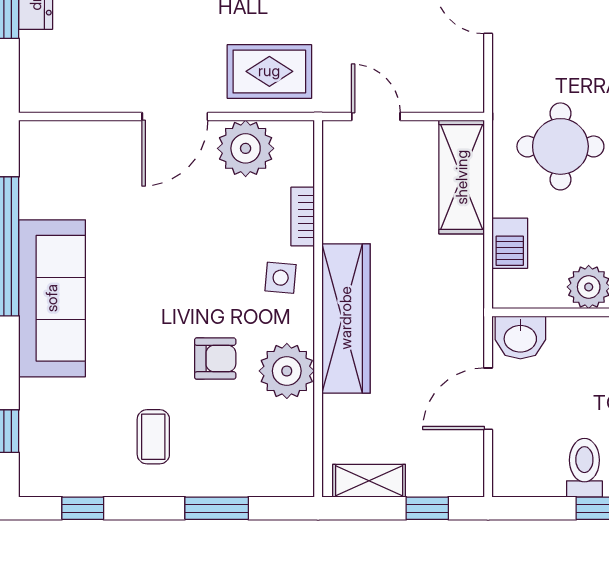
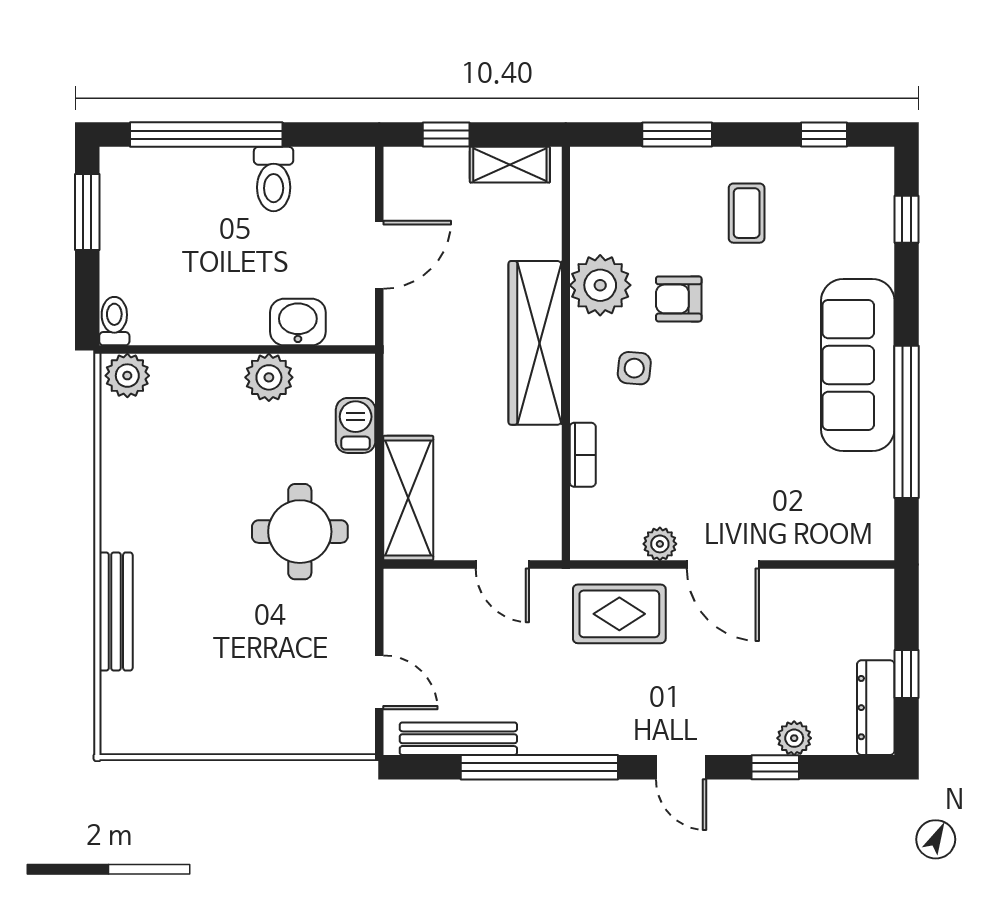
door: (175, 116) -> (723, 565), swing flipped
plant: (246, 148) -> (660, 544), width x0.53, depth x0.53
side table: (281, 278) -> (634, 368), moved
washbasin: (520, 337) -> (298, 322), moved

